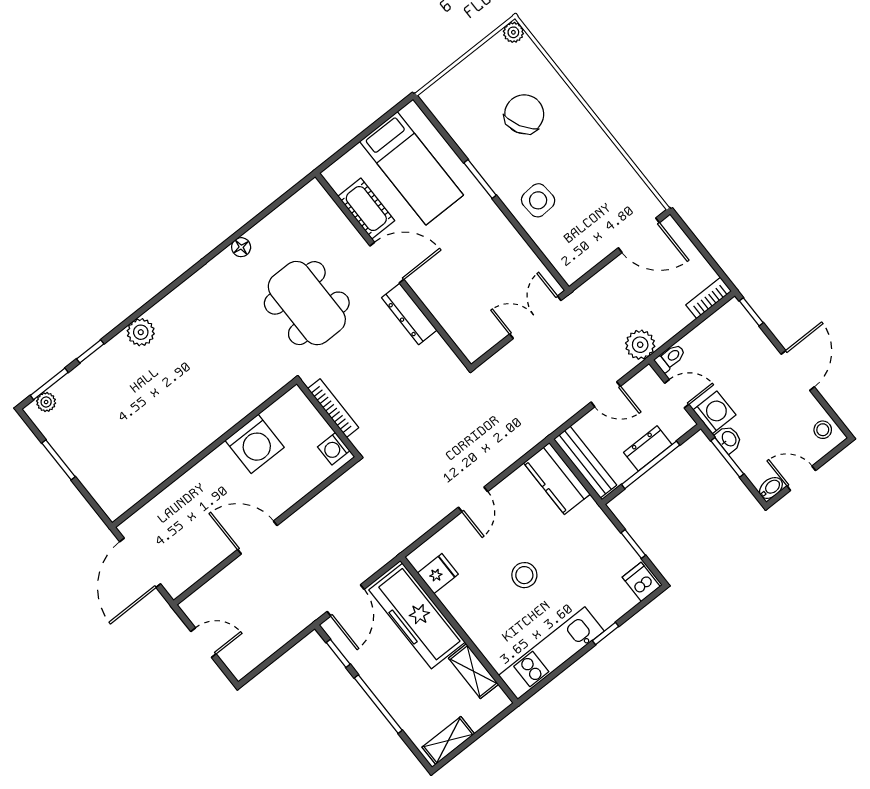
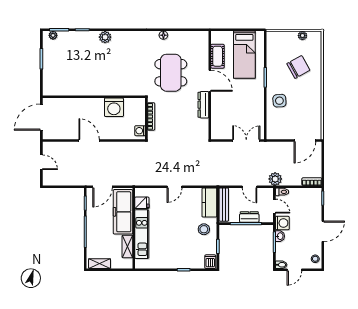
plant: (513, 32) -> (302, 36), moved
door: (639, 235) -> (305, 141), hinge flipped
door: (801, 478) -> (294, 270), swing flipped
stool: (524, 575) -> (204, 229), moved
kitchen unit: (551, 653) -> (142, 234), moved, turned 90

